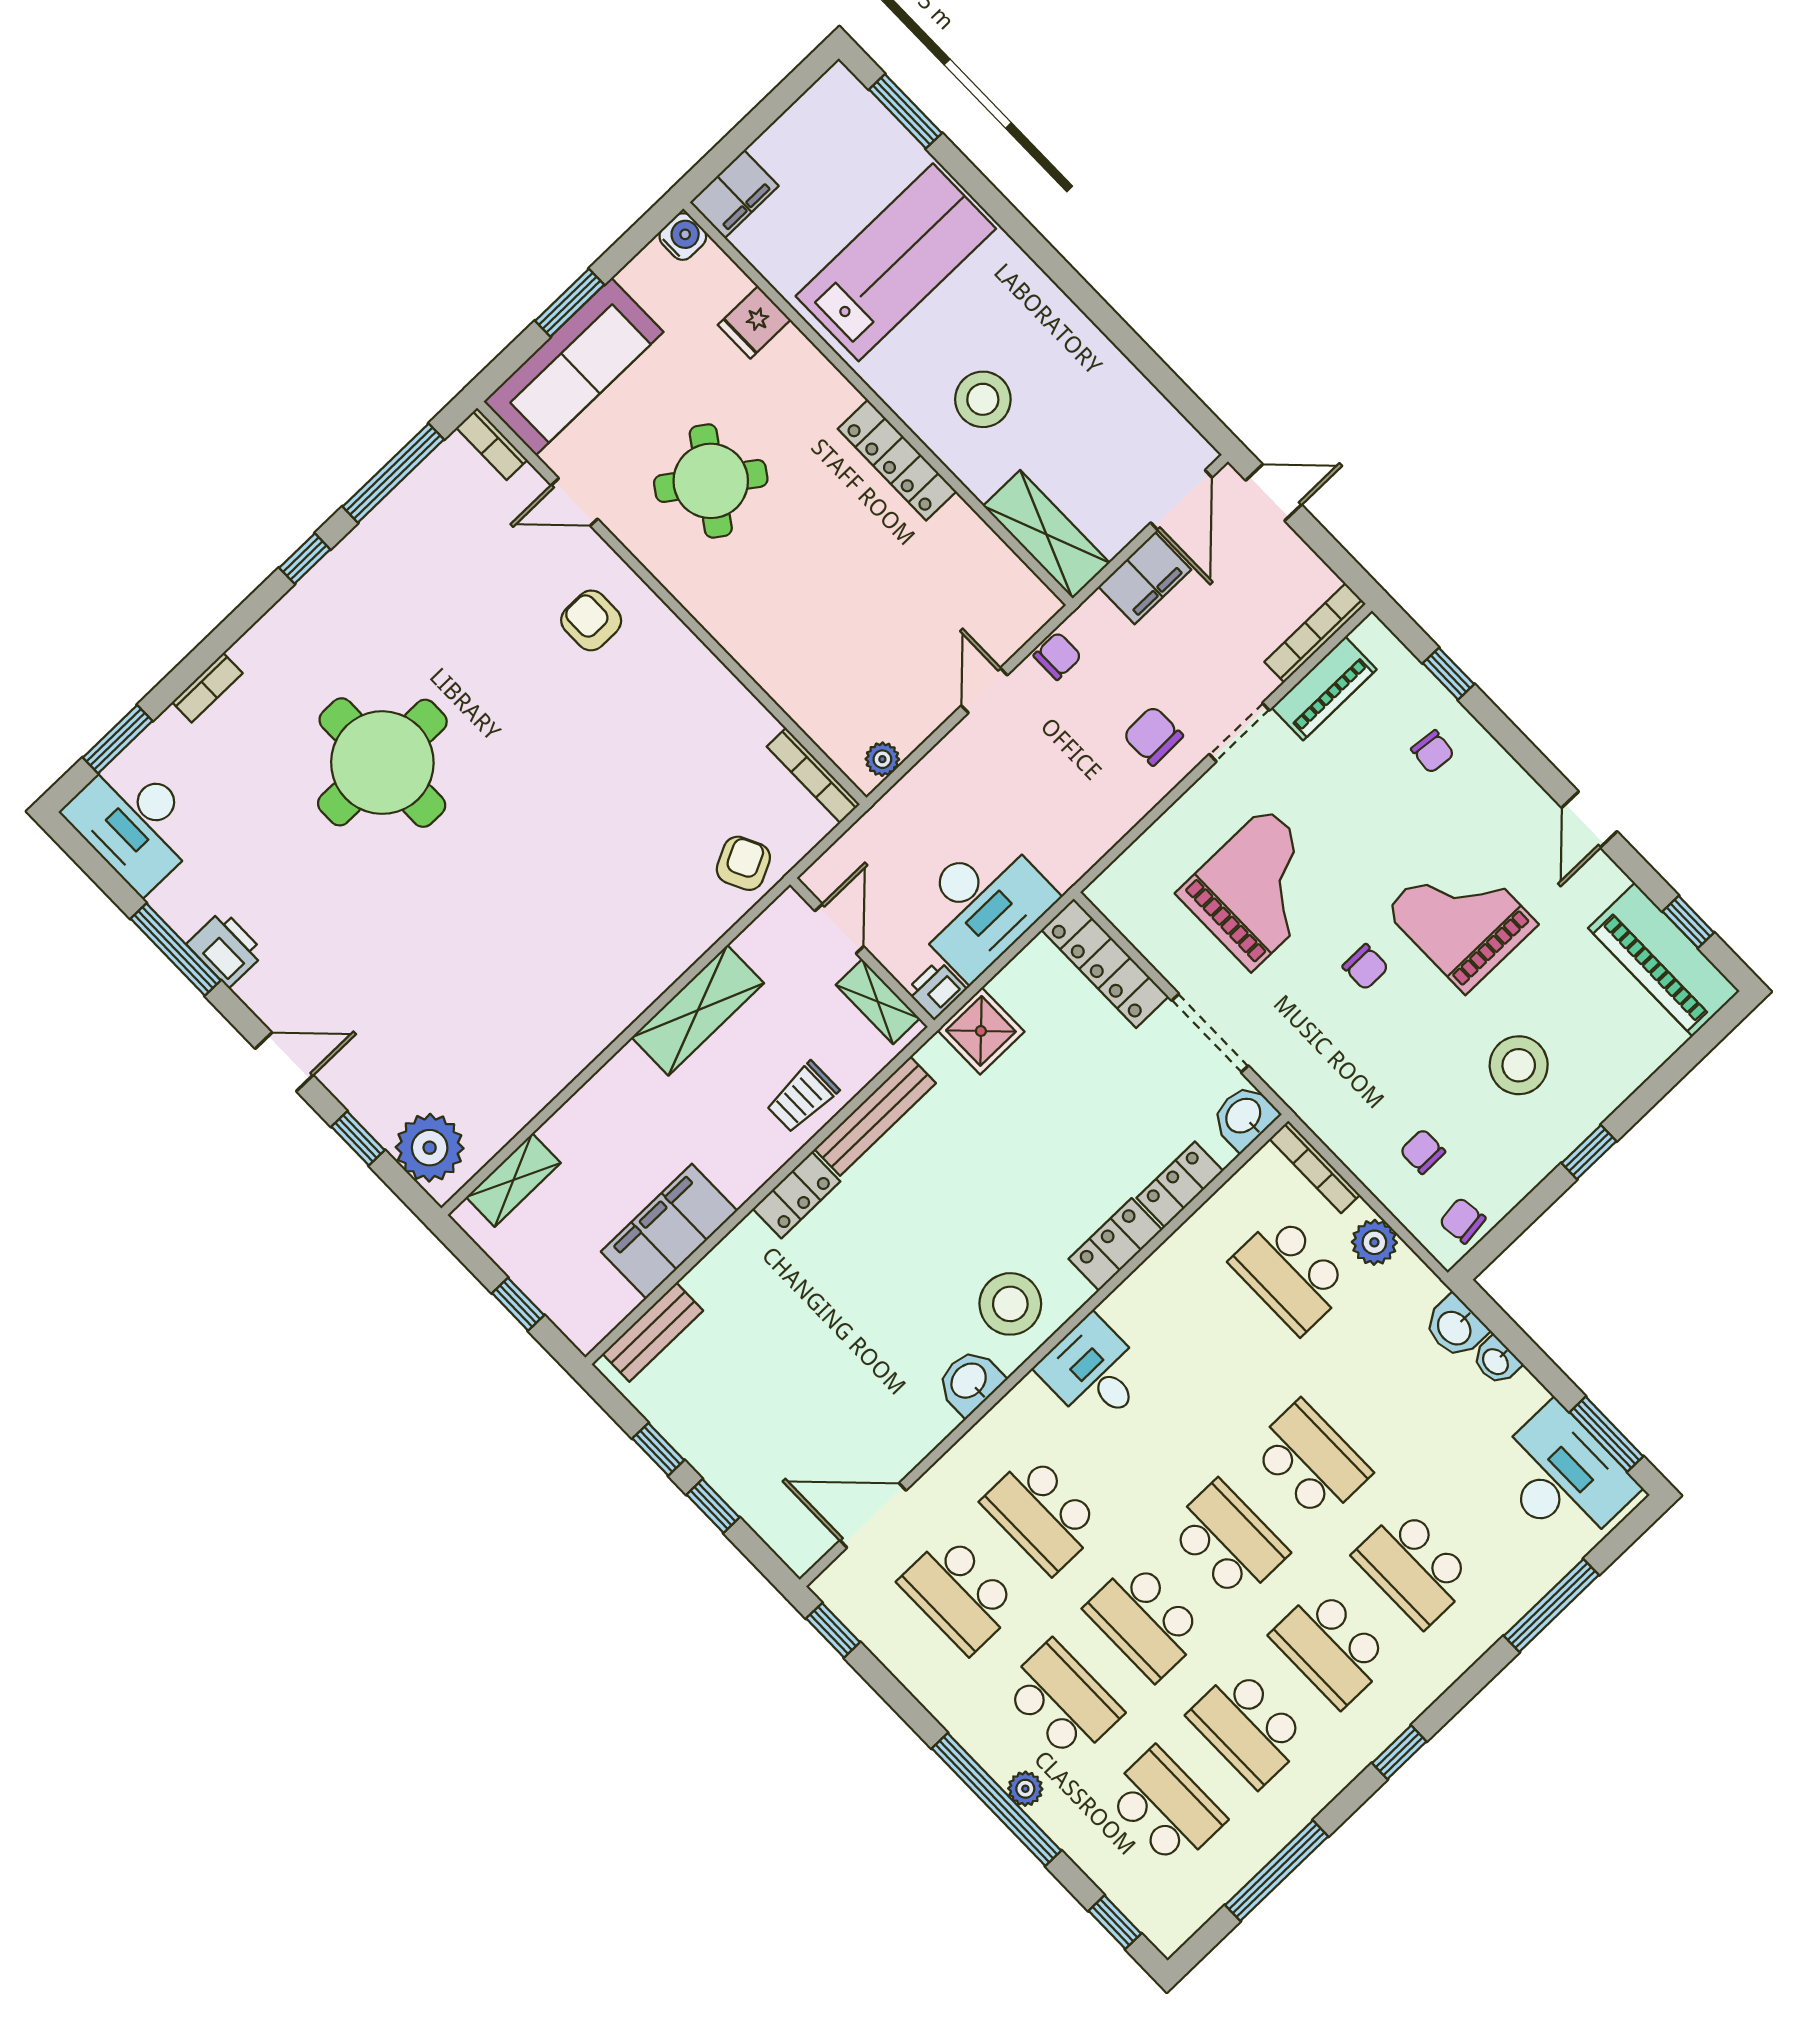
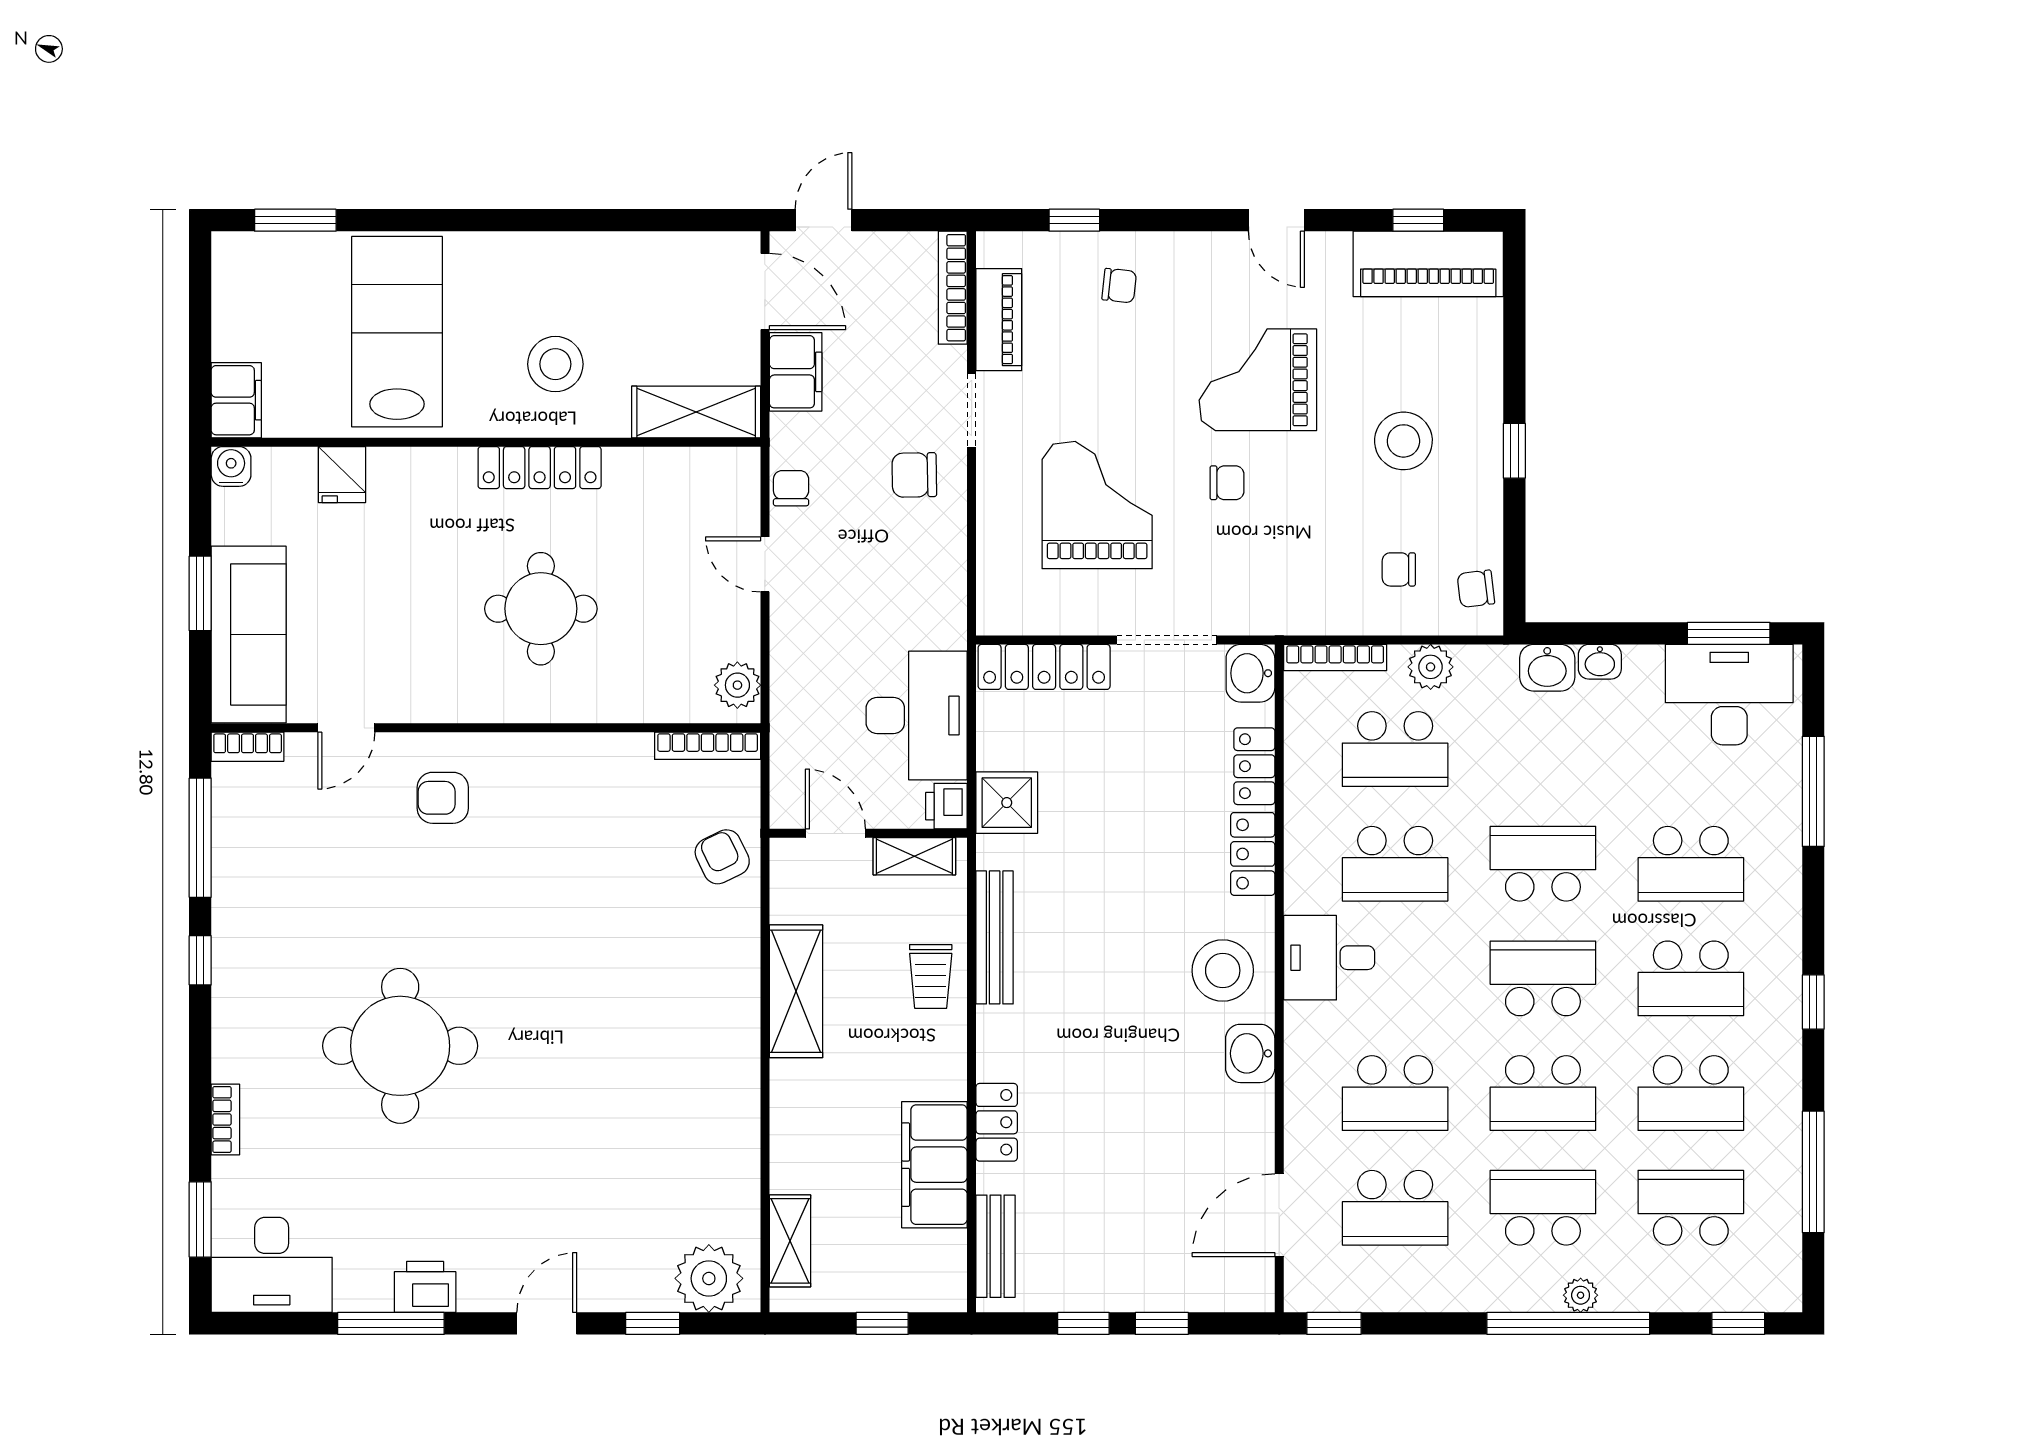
round table: (711, 481) -> (541, 609), moved, turned -35
plant: (882, 759) -> (737, 685), width x1.38, depth x1.38
locker: (796, 1195) -> (997, 1122), moved
school desk: (1208, 1354) -> (1395, 864), added

